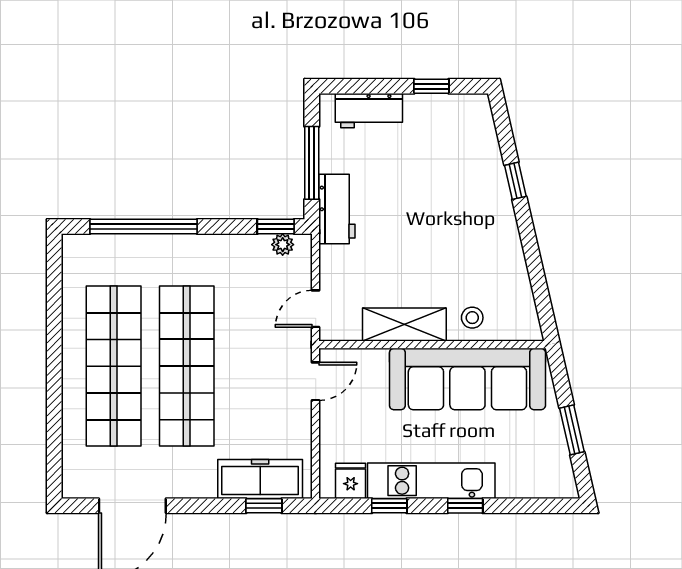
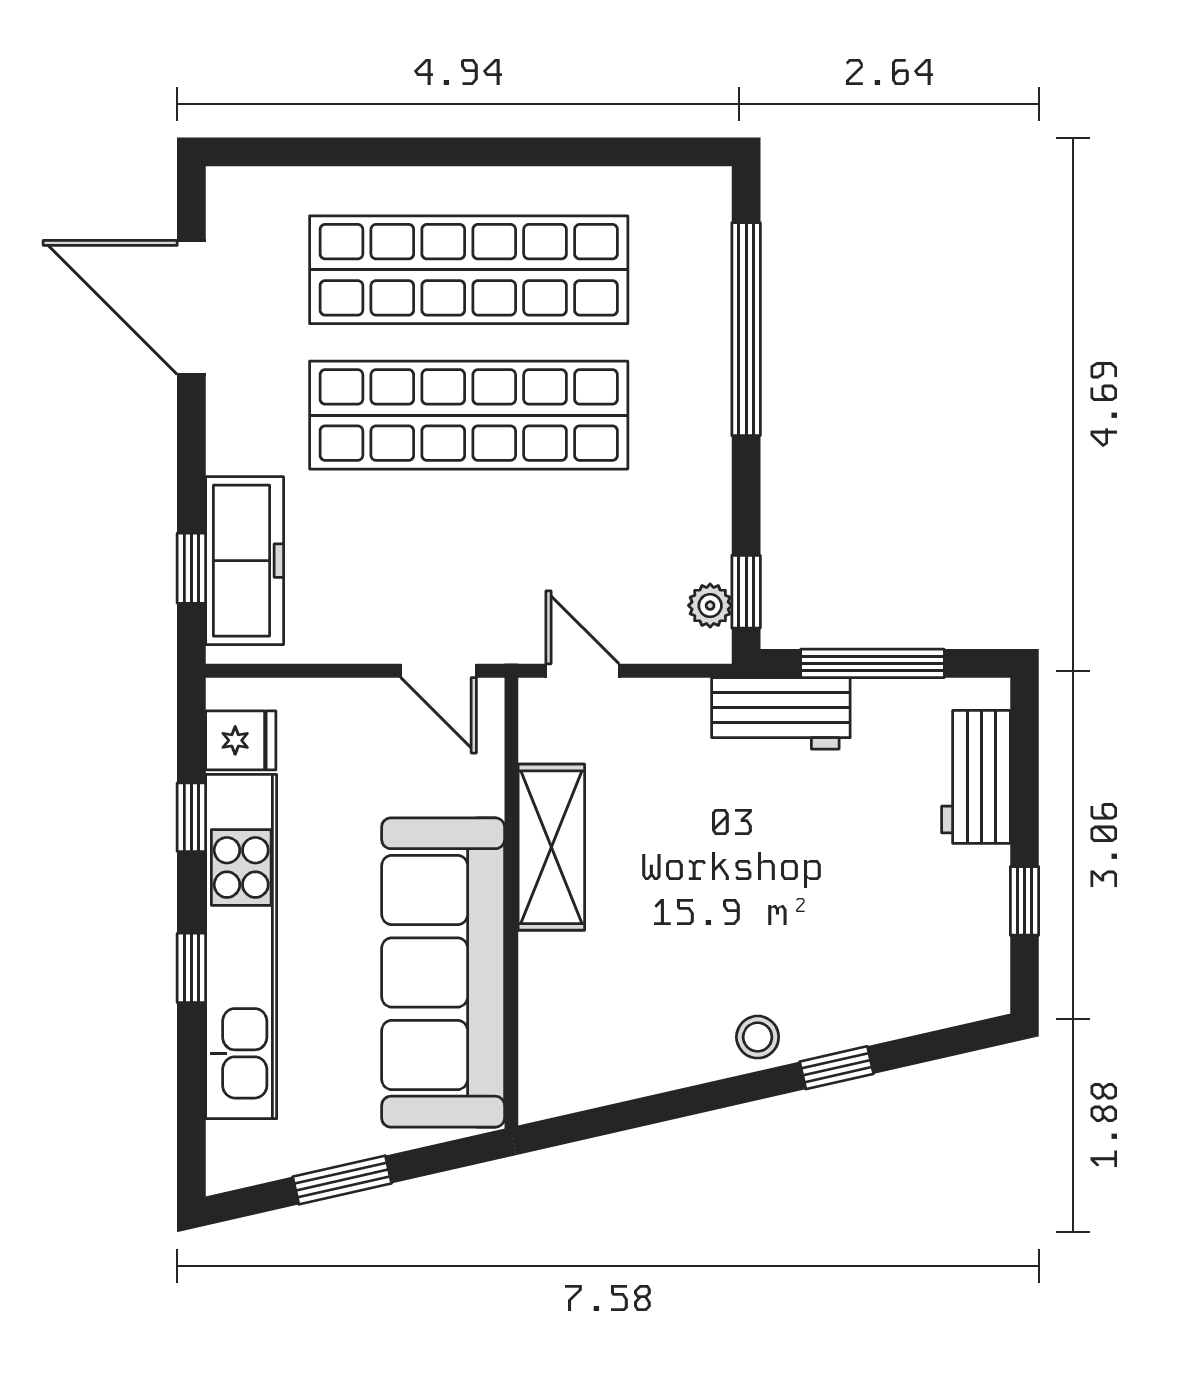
stool: (472, 318) -> (758, 1037), moved
kitchen unit: (431, 481) -> (241, 947), width x1.36

